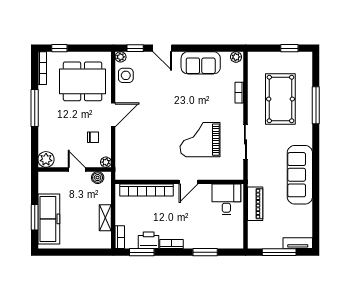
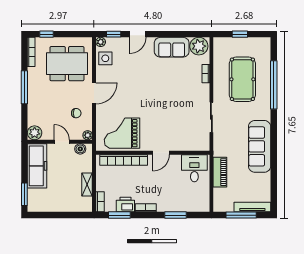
door: (162, 48) -> (138, 34), hinge flipped
window: (289, 48) -> (240, 34), moved
plant: (236, 57) -> (199, 46), width x1.88, depth x1.88
window: (316, 105) -> (274, 85), width x1.46
grand piano: (200, 140) -> (122, 133), moved
window: (35, 217) -> (24, 194), moved
freezer: (49, 219) -> (37, 166), moved
tv unit: (298, 243) -> (252, 207), width x1.41

